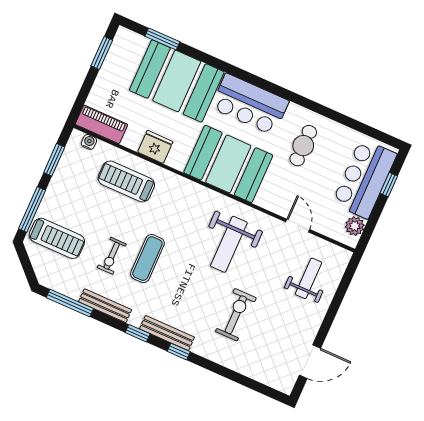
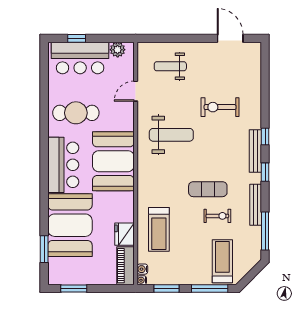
water cooler: (76, 136) -> (142, 280), added
cafe table: (303, 146) -> (76, 113), width x1.37, depth x1.35
fridge: (155, 147) -> (125, 234), moved

